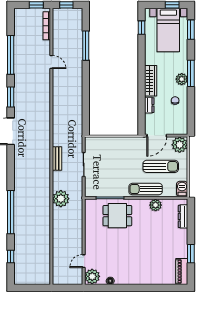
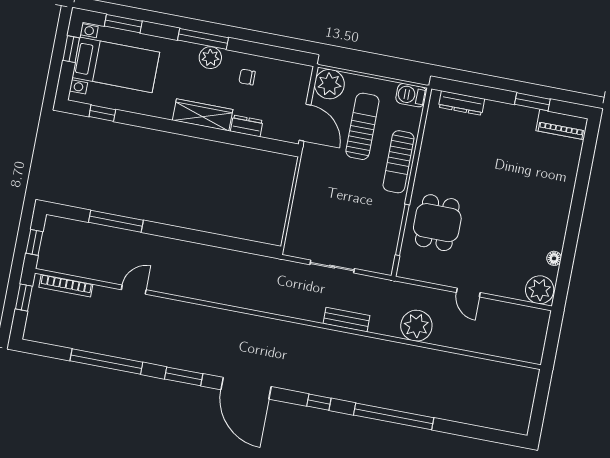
bench: (57, 159) -> (347, 320), moved
plant: (61, 199) -> (416, 326), moved
plant: (156, 205) -> (431, 149), removed
window: (11, 257) -> (319, 402), moved
door: (84, 261) -> (468, 293), moved

